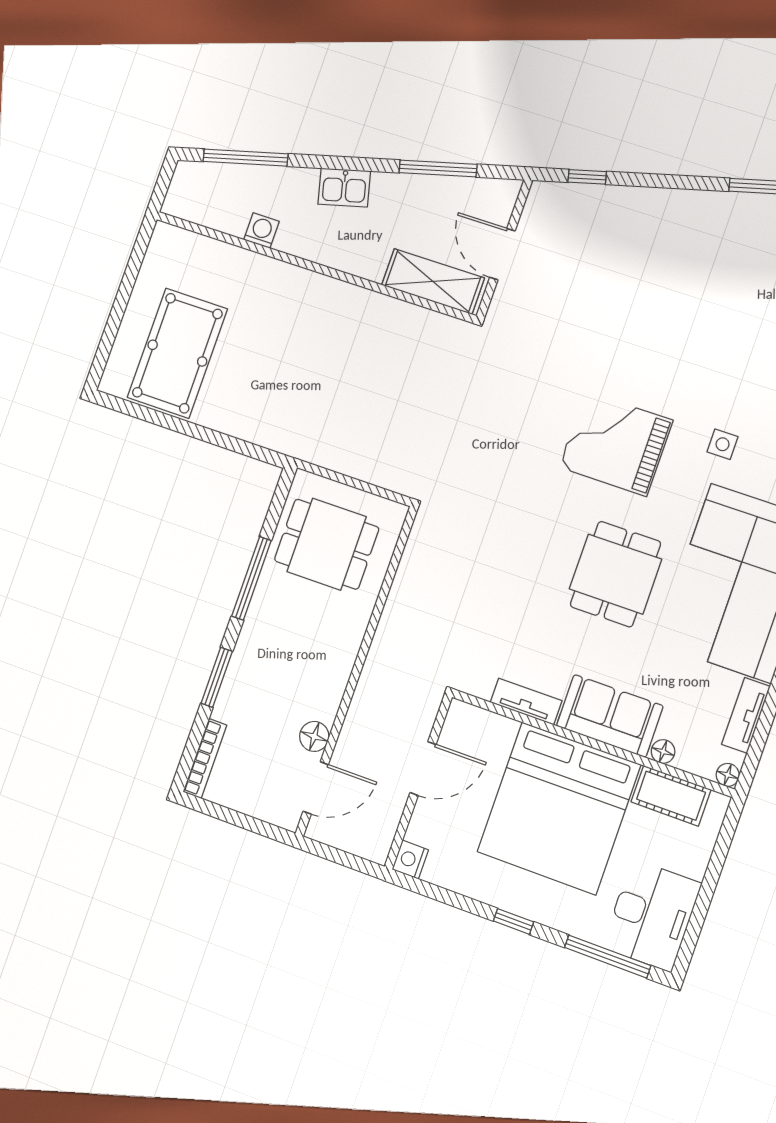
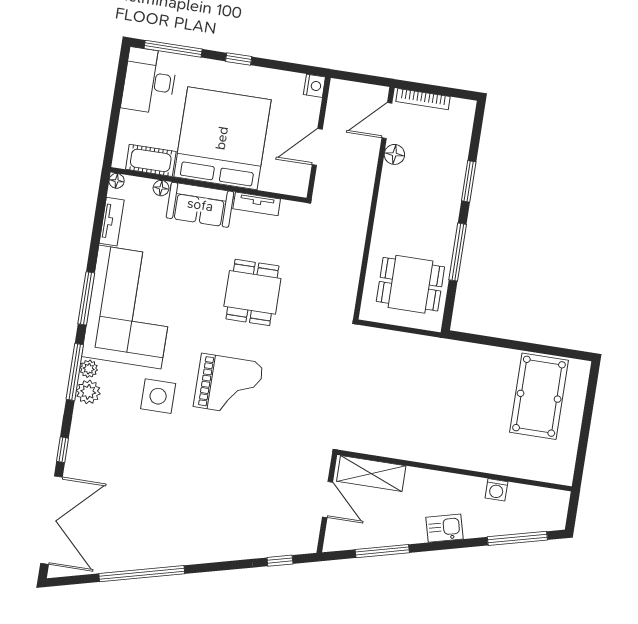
side table: (723, 444) -> (158, 396), width x1.87, depth x1.87
dining table: (615, 574) -> (252, 292), moved
bookcase: (205, 758) -> (423, 99), moved, turned -90

